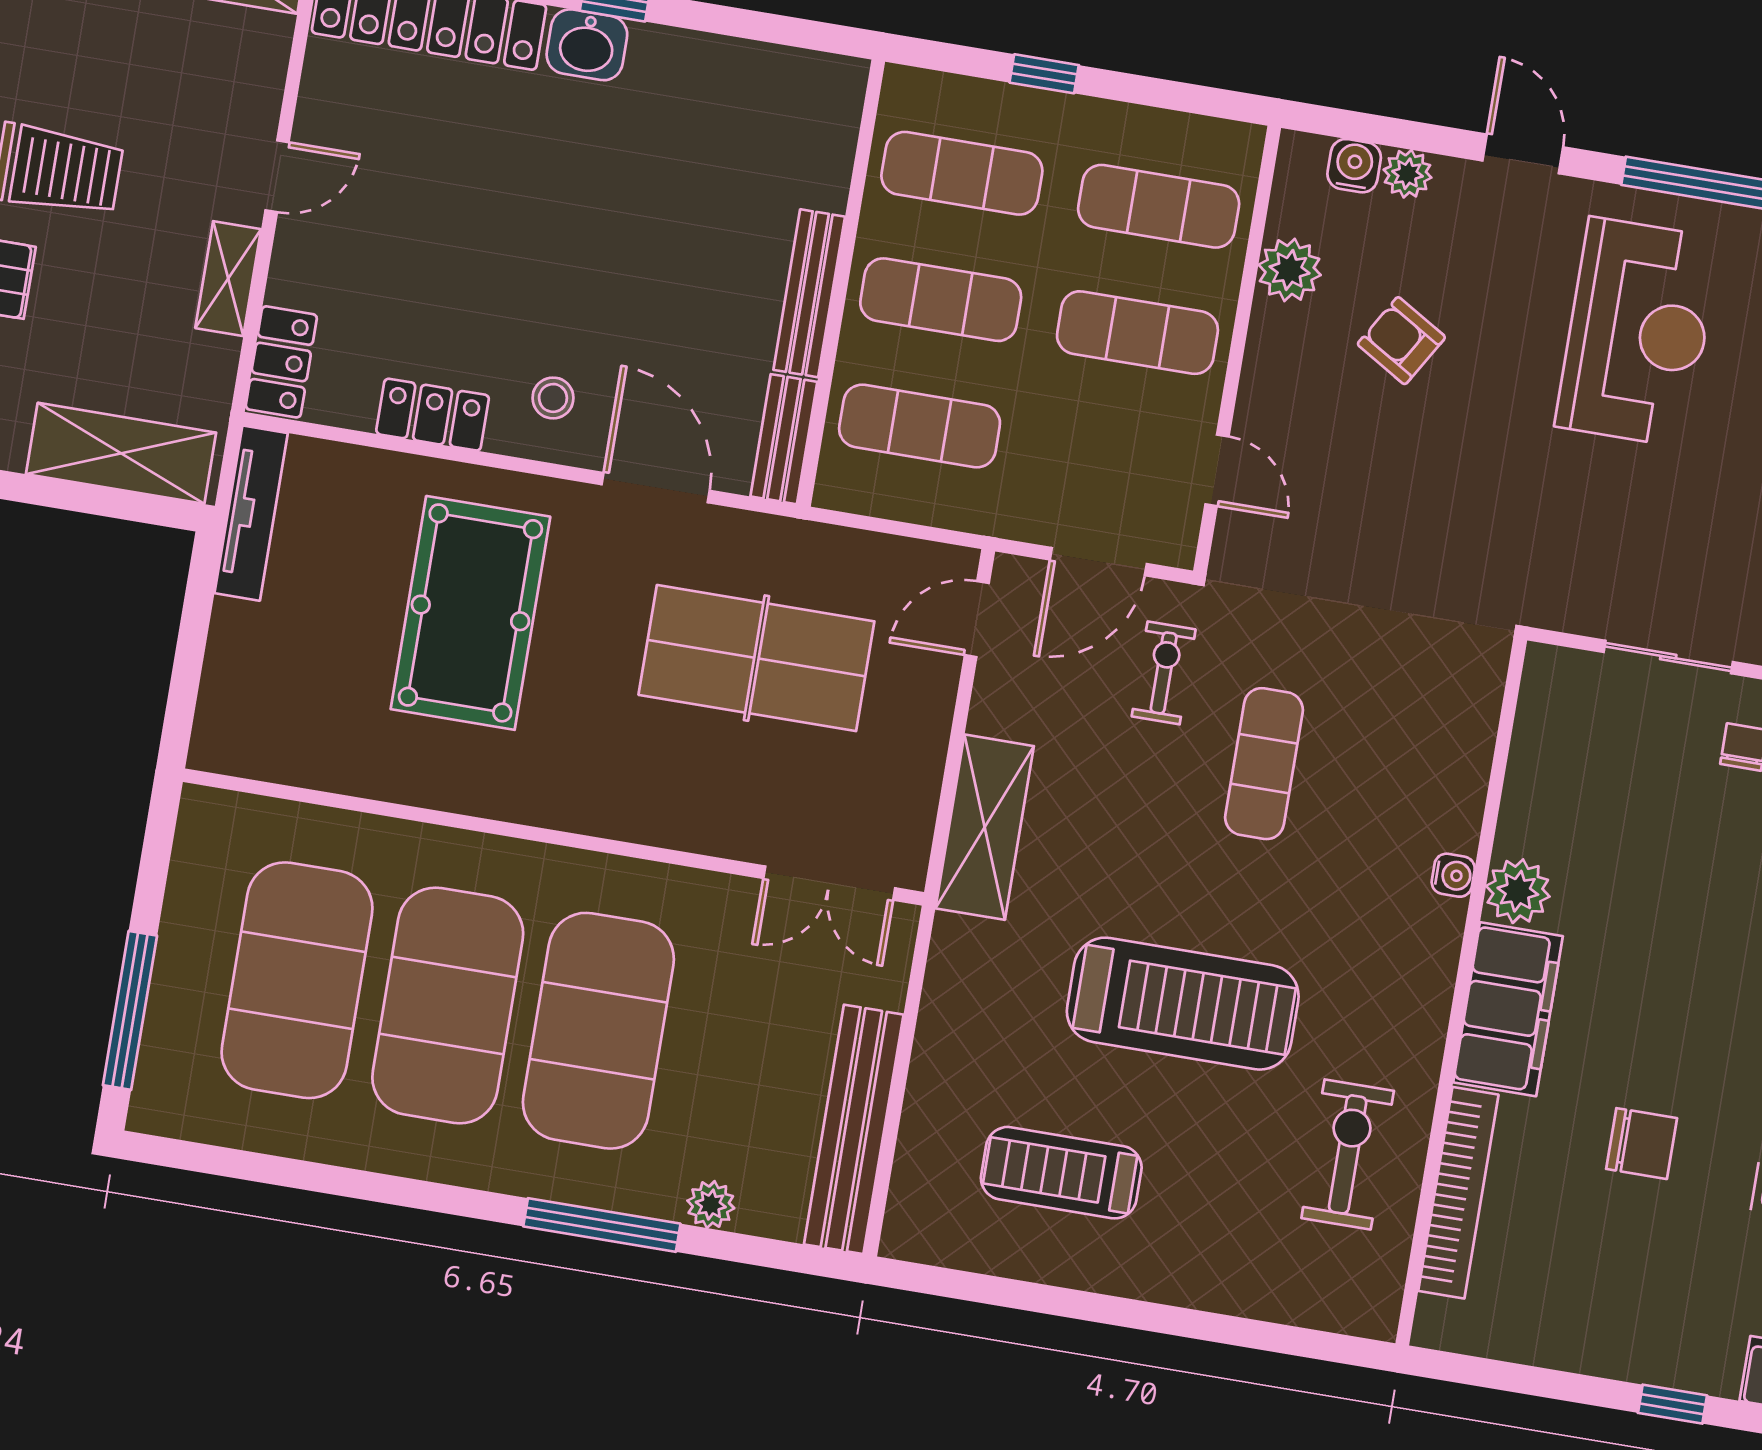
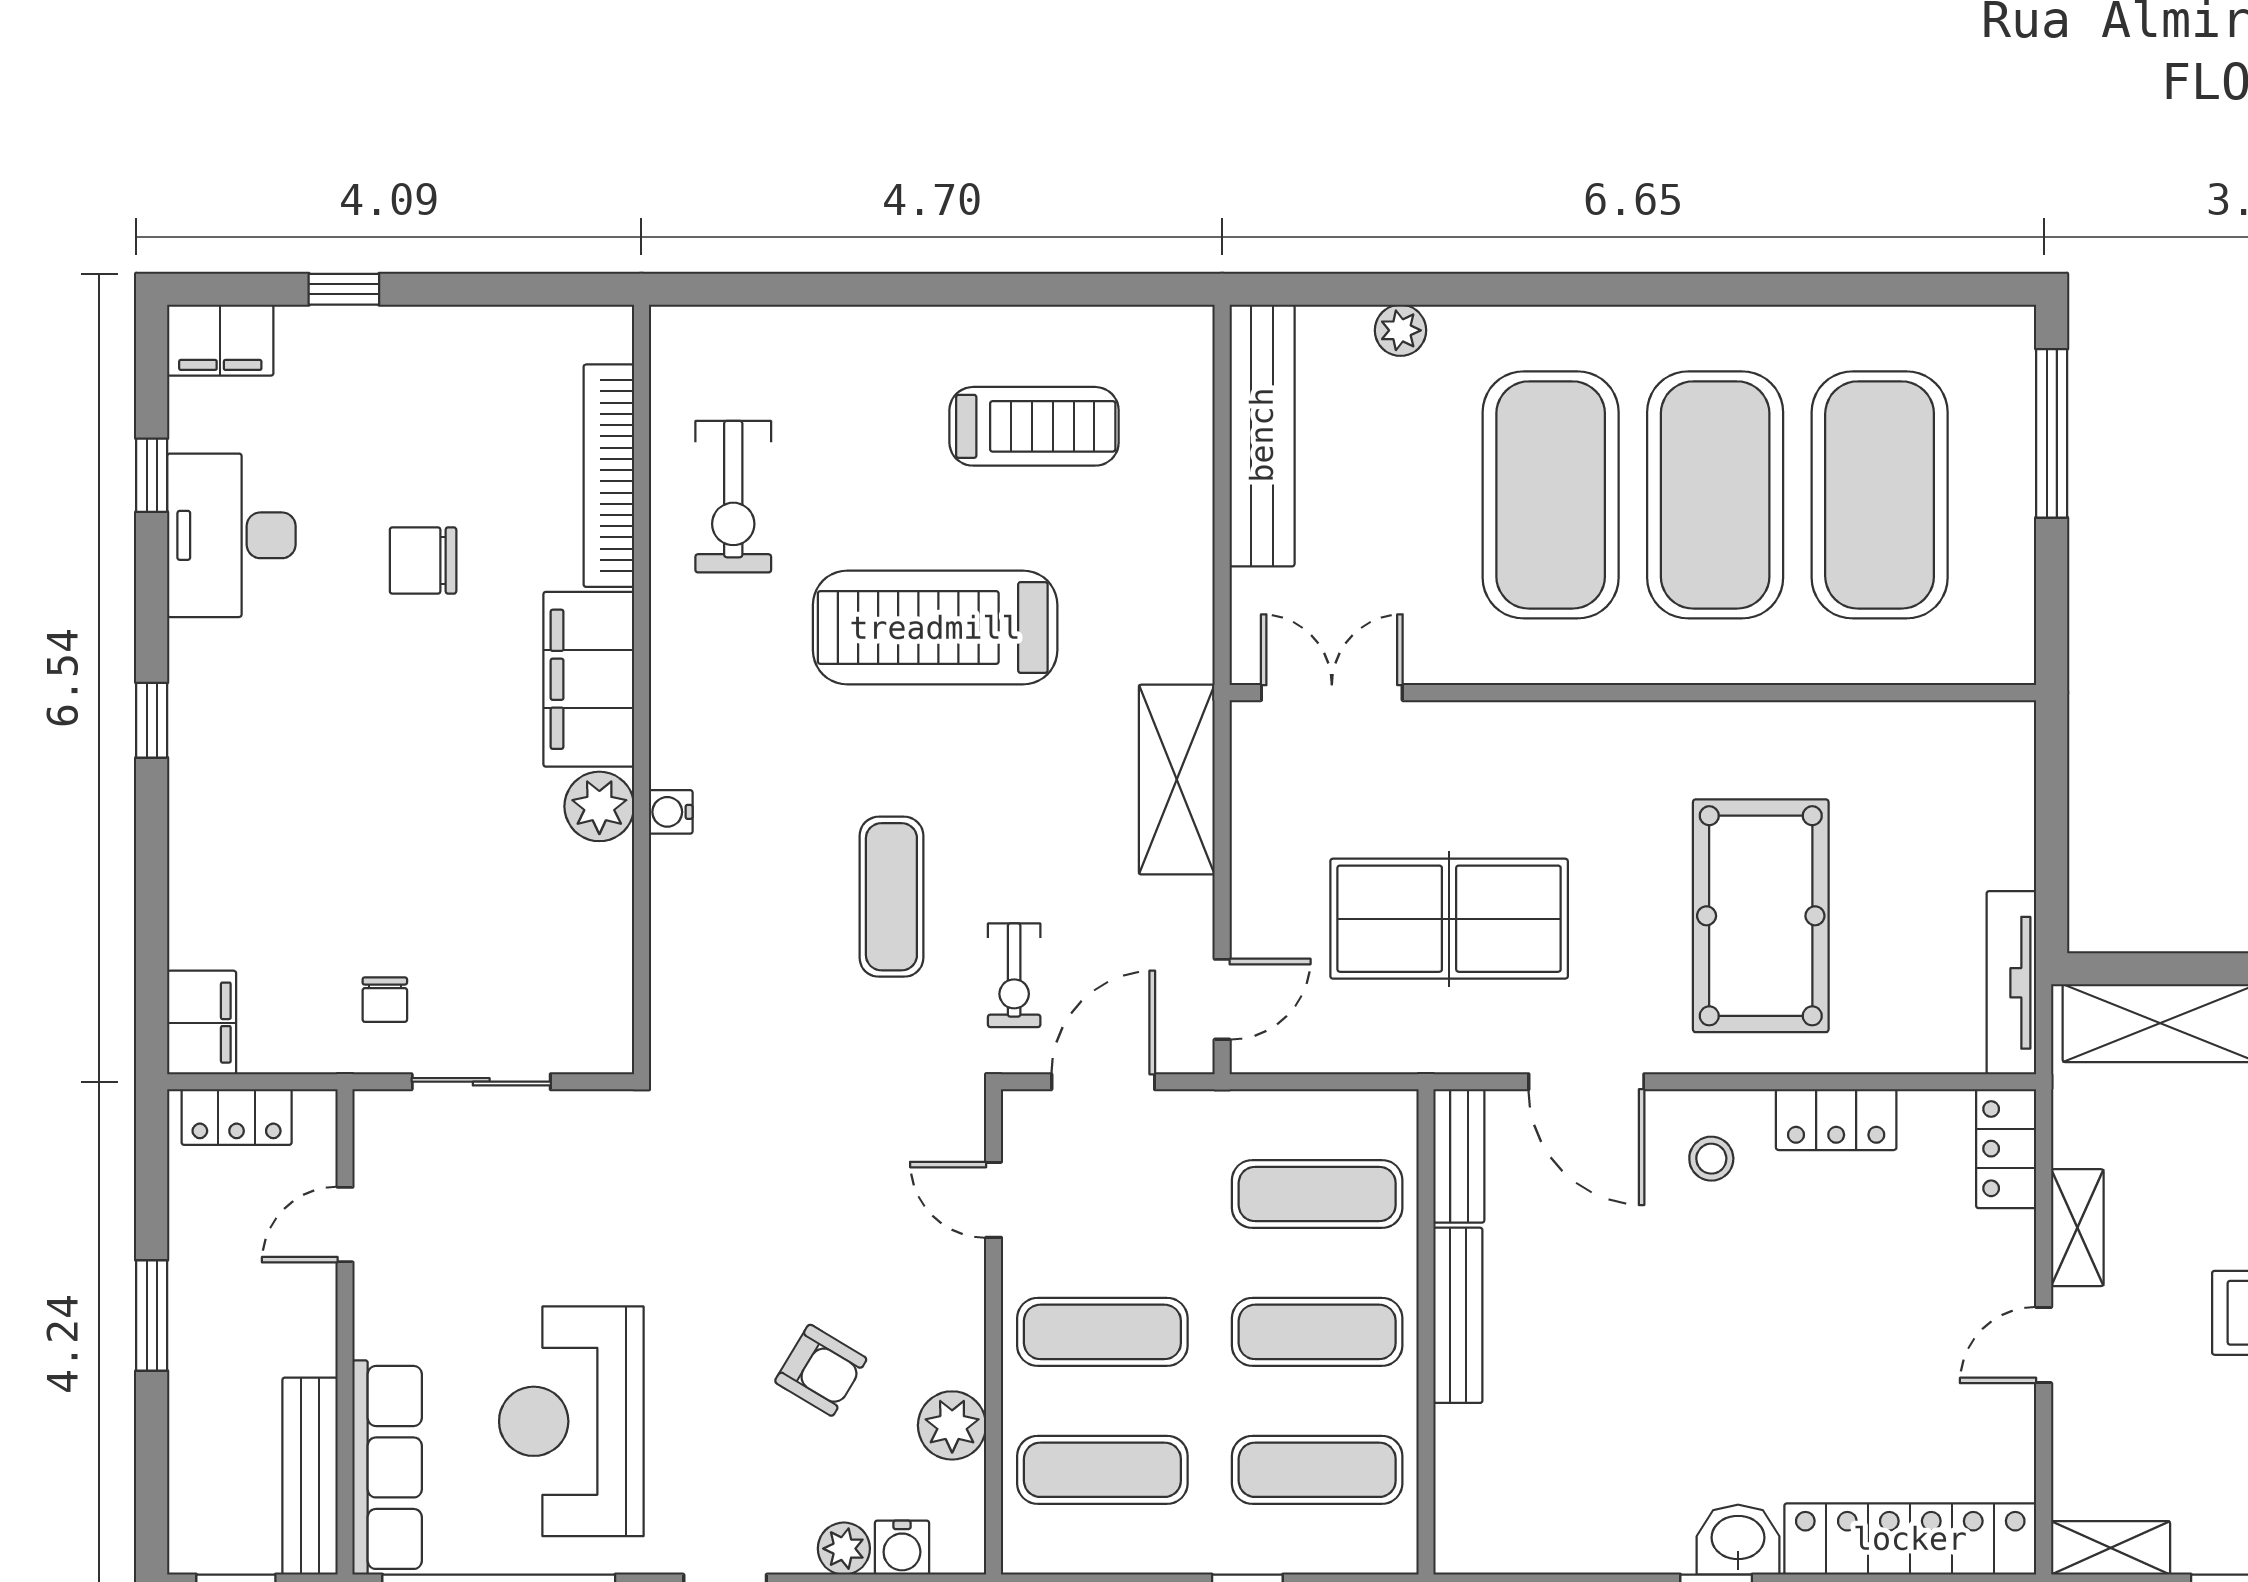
window: (602, 1225) -> (1512, 289), removed

